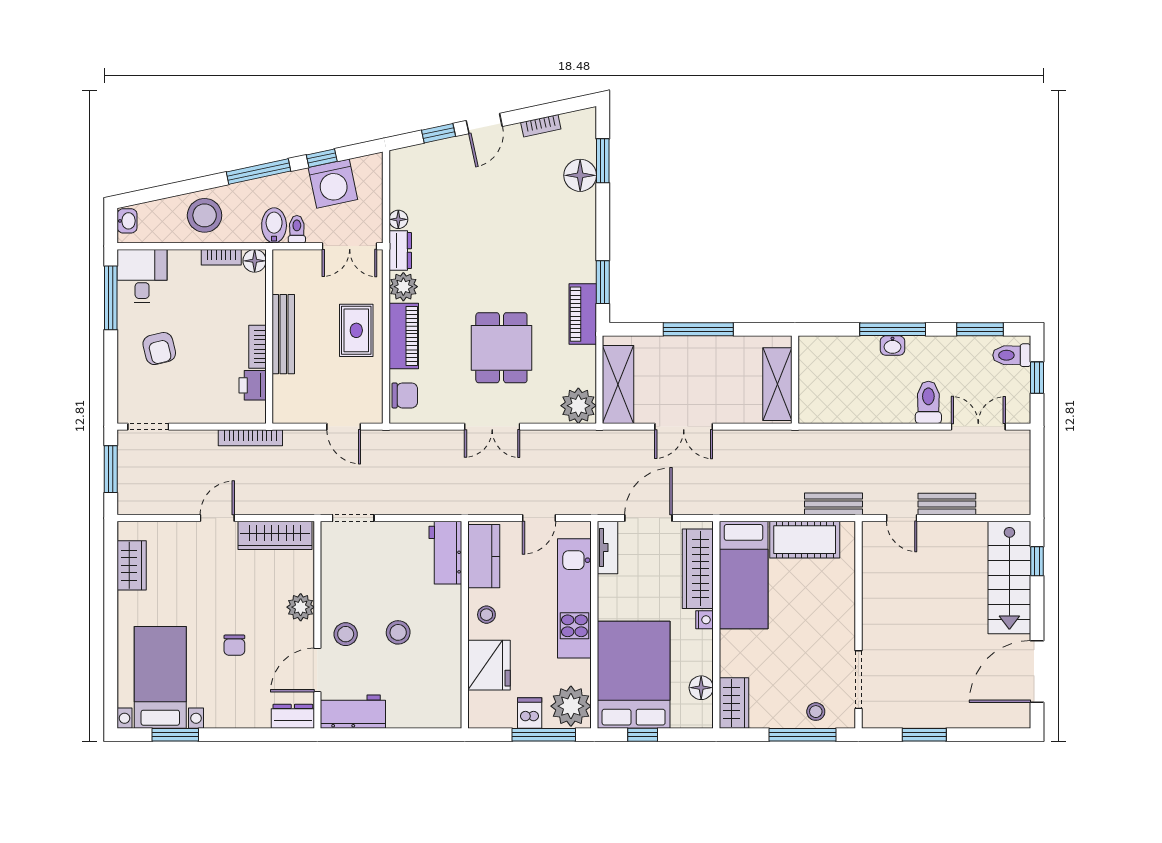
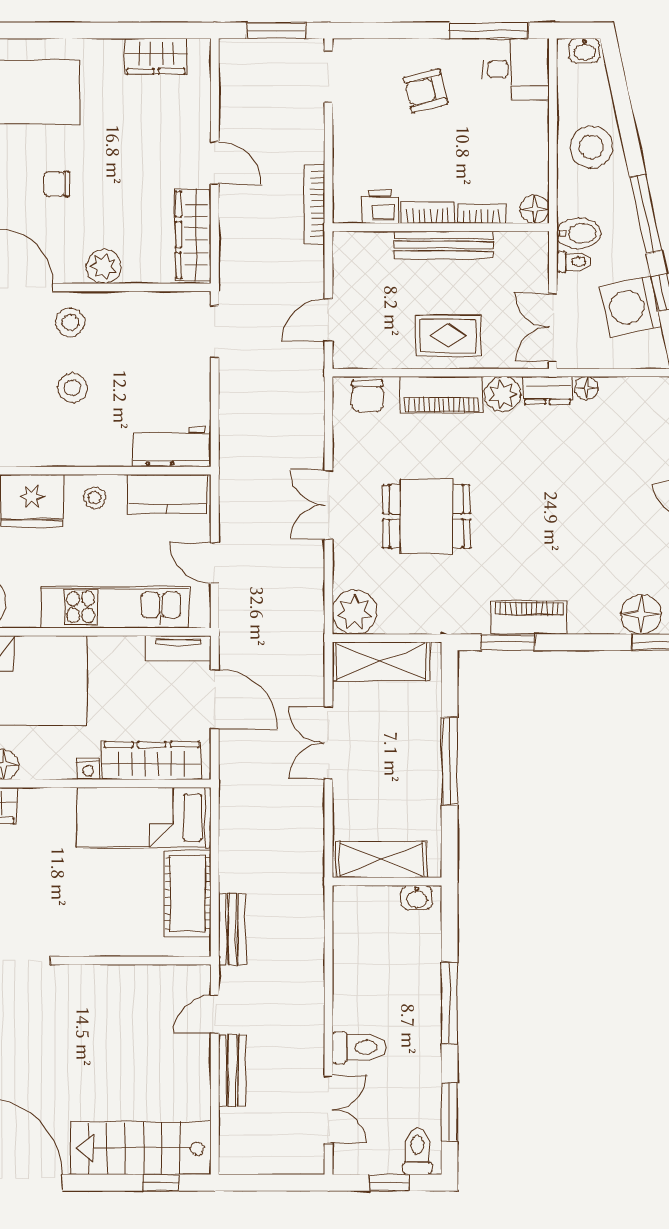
bookcase: (221, 257) -> (482, 214), moved, turned 90
piano: (583, 314) -> (529, 617), moved
washbasin: (893, 346) -> (417, 898), moved, turned -90

